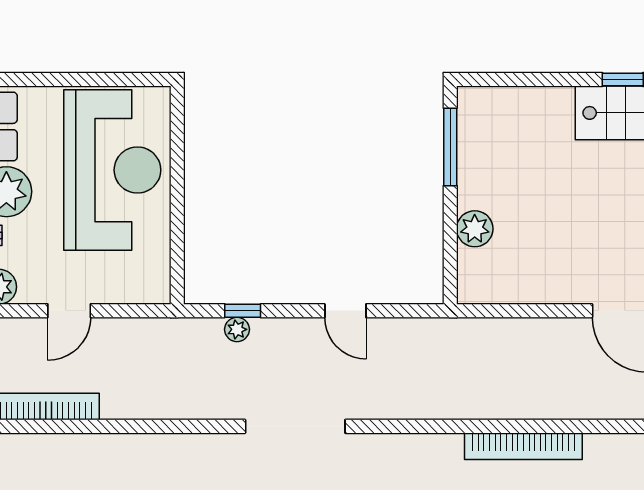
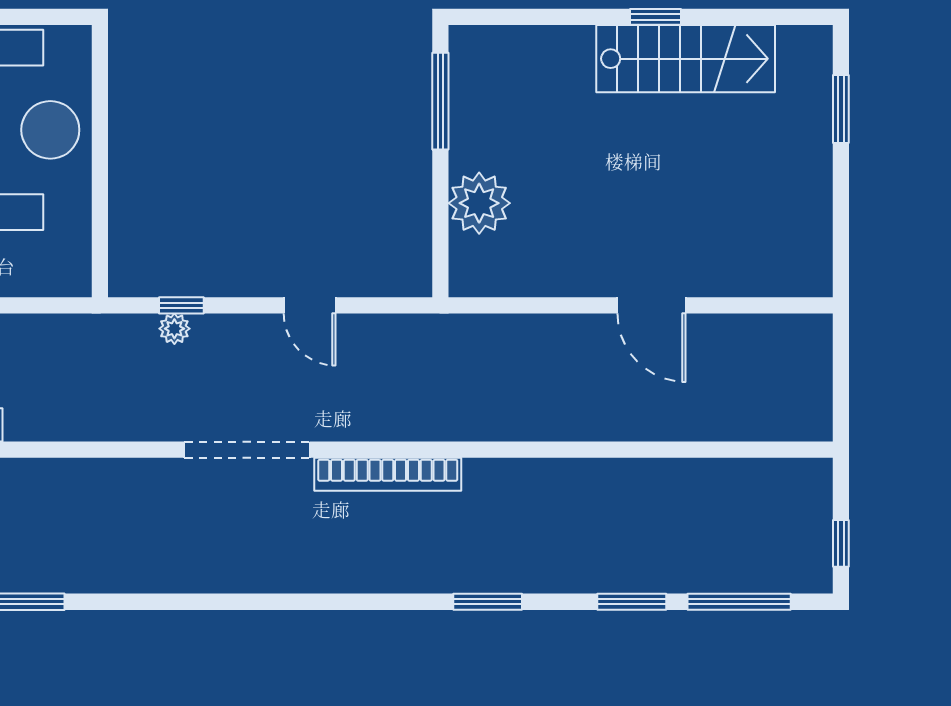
plant: (475, 229) -> (479, 203), width x1.36, depth x1.36
bookcase: (523, 446) -> (388, 474), moved

